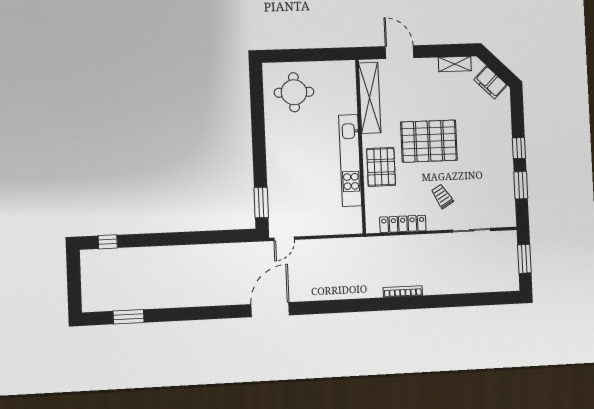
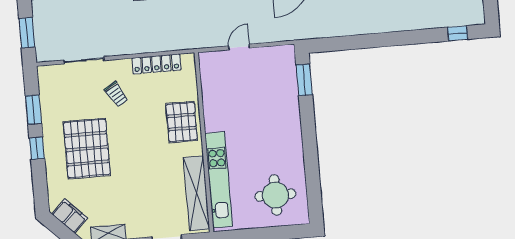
pallet: (429, 141) -> (87, 148), moved, turned 90
kitchen unit: (350, 160) -> (219, 180), moved
door: (284, 239) -> (239, 47), moved

